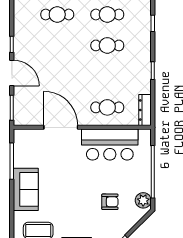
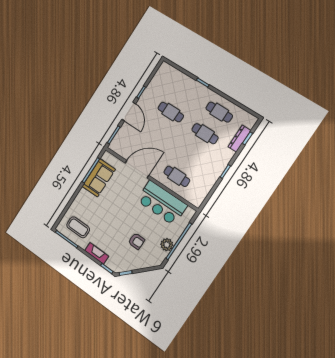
cafe table: (57, 15) -> (171, 112), moved
dresser: (145, 110) -> (239, 139), moved
door: (61, 127) -> (137, 169), hinge flipped
sofa: (26, 189) -> (99, 178), moved
plant: (143, 200) -> (167, 245), moved

